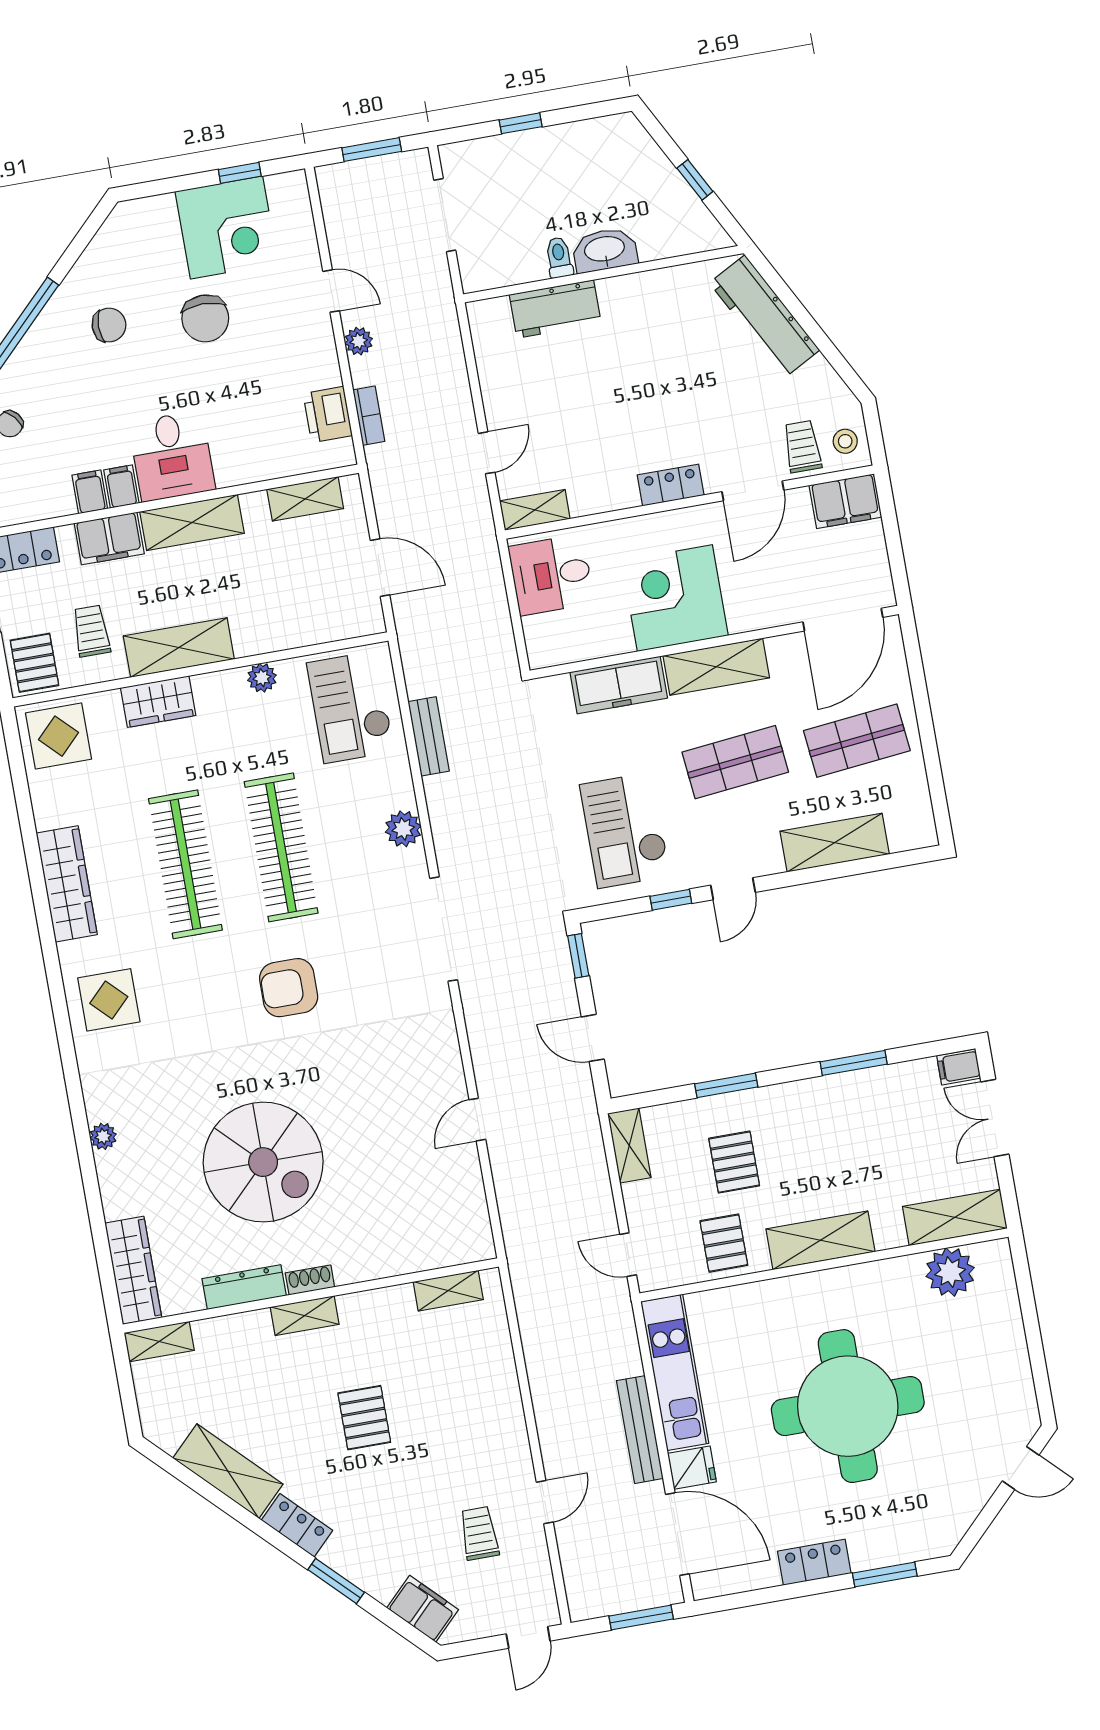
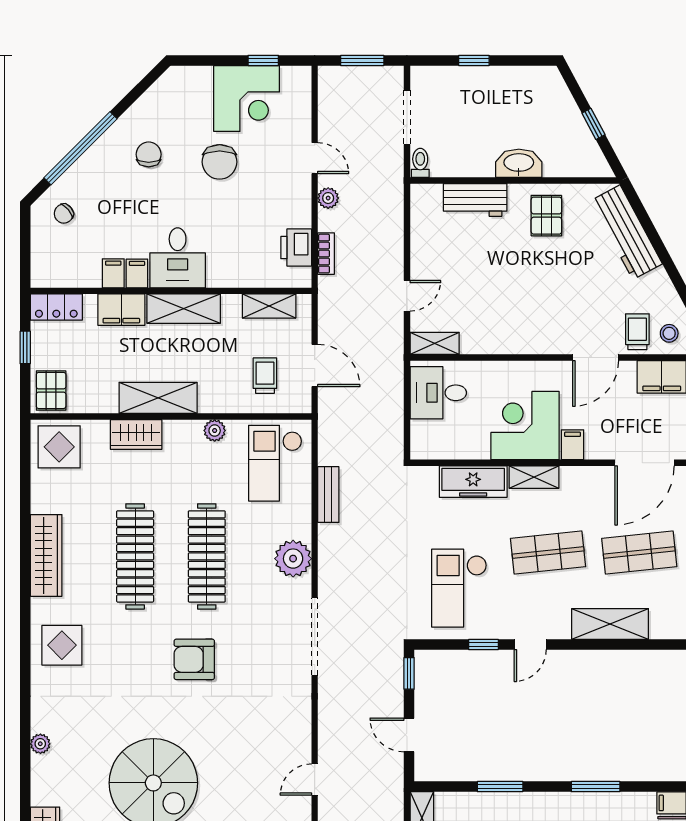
toilet: (559, 257) -> (420, 163), moved
pallet: (654, 313) -> (546, 216), added
chair: (109, 325) -> (149, 154), turned -90
locker: (671, 485) -> (537, 343), removed
filing cabinet: (742, 613) -> (572, 445), added
trolley: (91, 631) -> (265, 376), moved
shelving: (716, 667) -> (534, 477), width x0.67, depth x0.75
plant: (403, 829) -> (293, 559), width x1.36, depth x1.36

